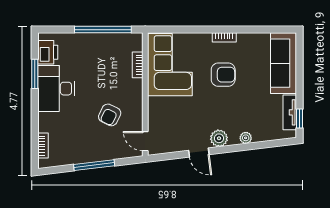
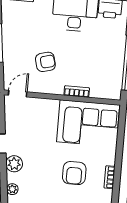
bookcase: (138, 65) -> (77, 91), moved
armchair: (110, 115) -> (45, 62), turned 139

